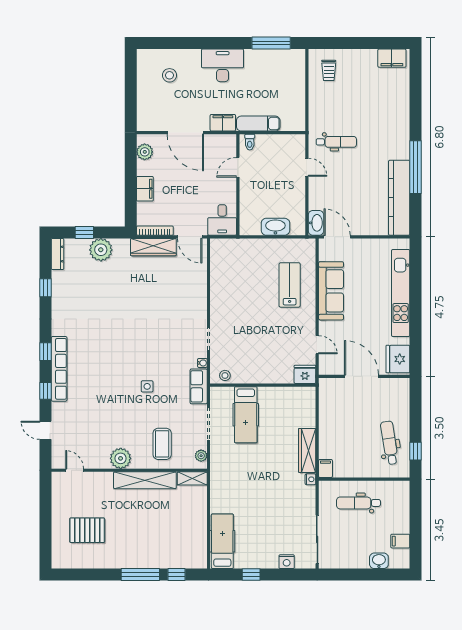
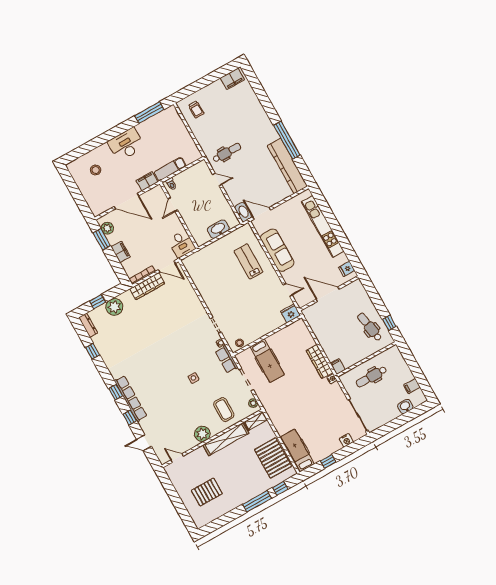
window: (131, 161) -> (102, 239), added
fridge: (398, 359) -> (347, 269), width x0.53, depth x0.75
pallet: (188, 534) -> (273, 458), added

